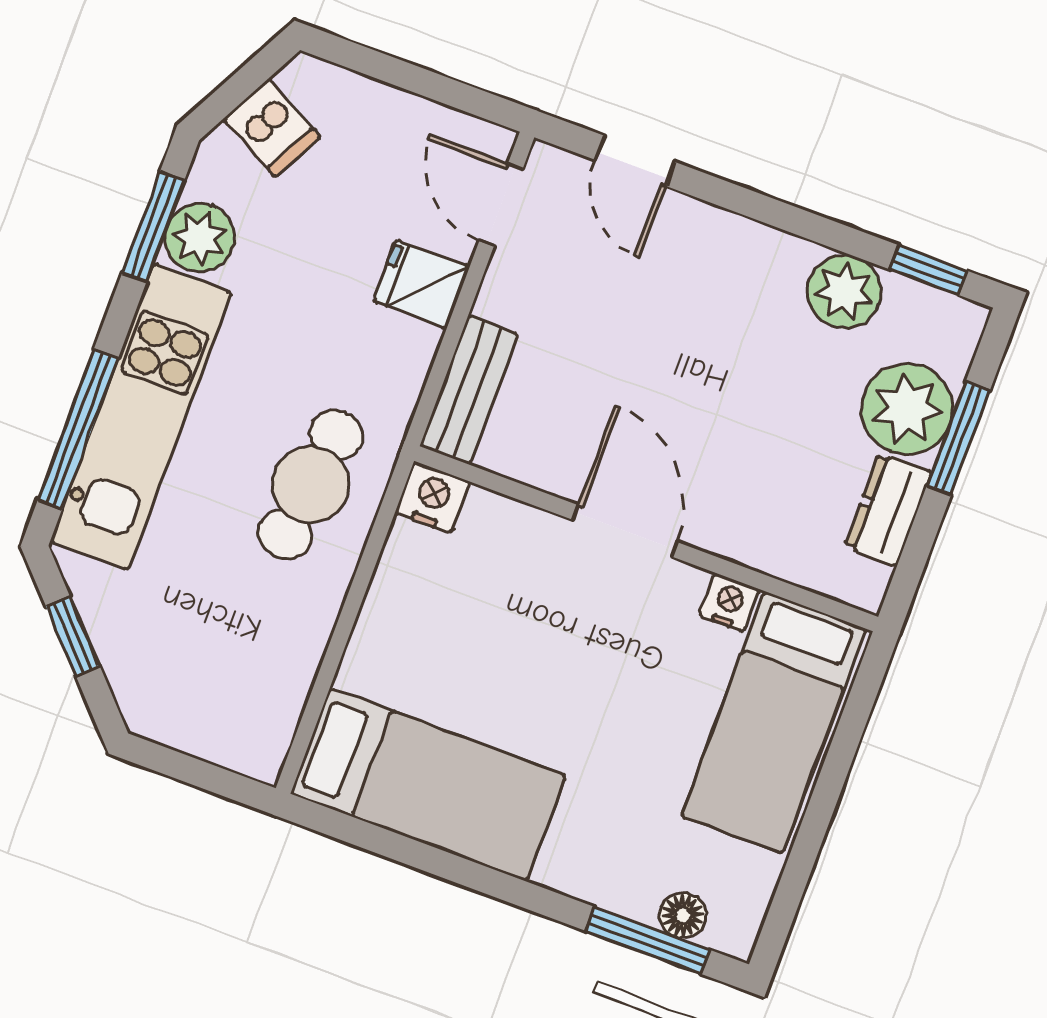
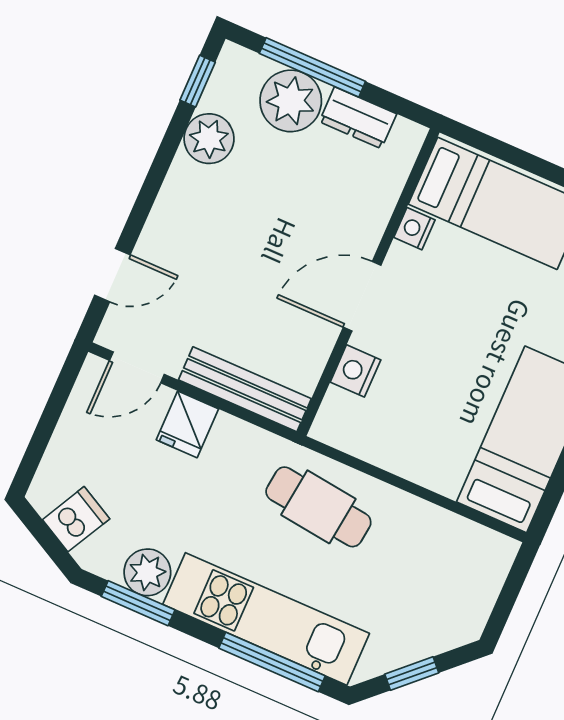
bench: (469, 390) -> (245, 389), width x1.36
window: (958, 438) -> (312, 67), width x1.44
nightstand: (433, 497) -> (355, 371), moved

